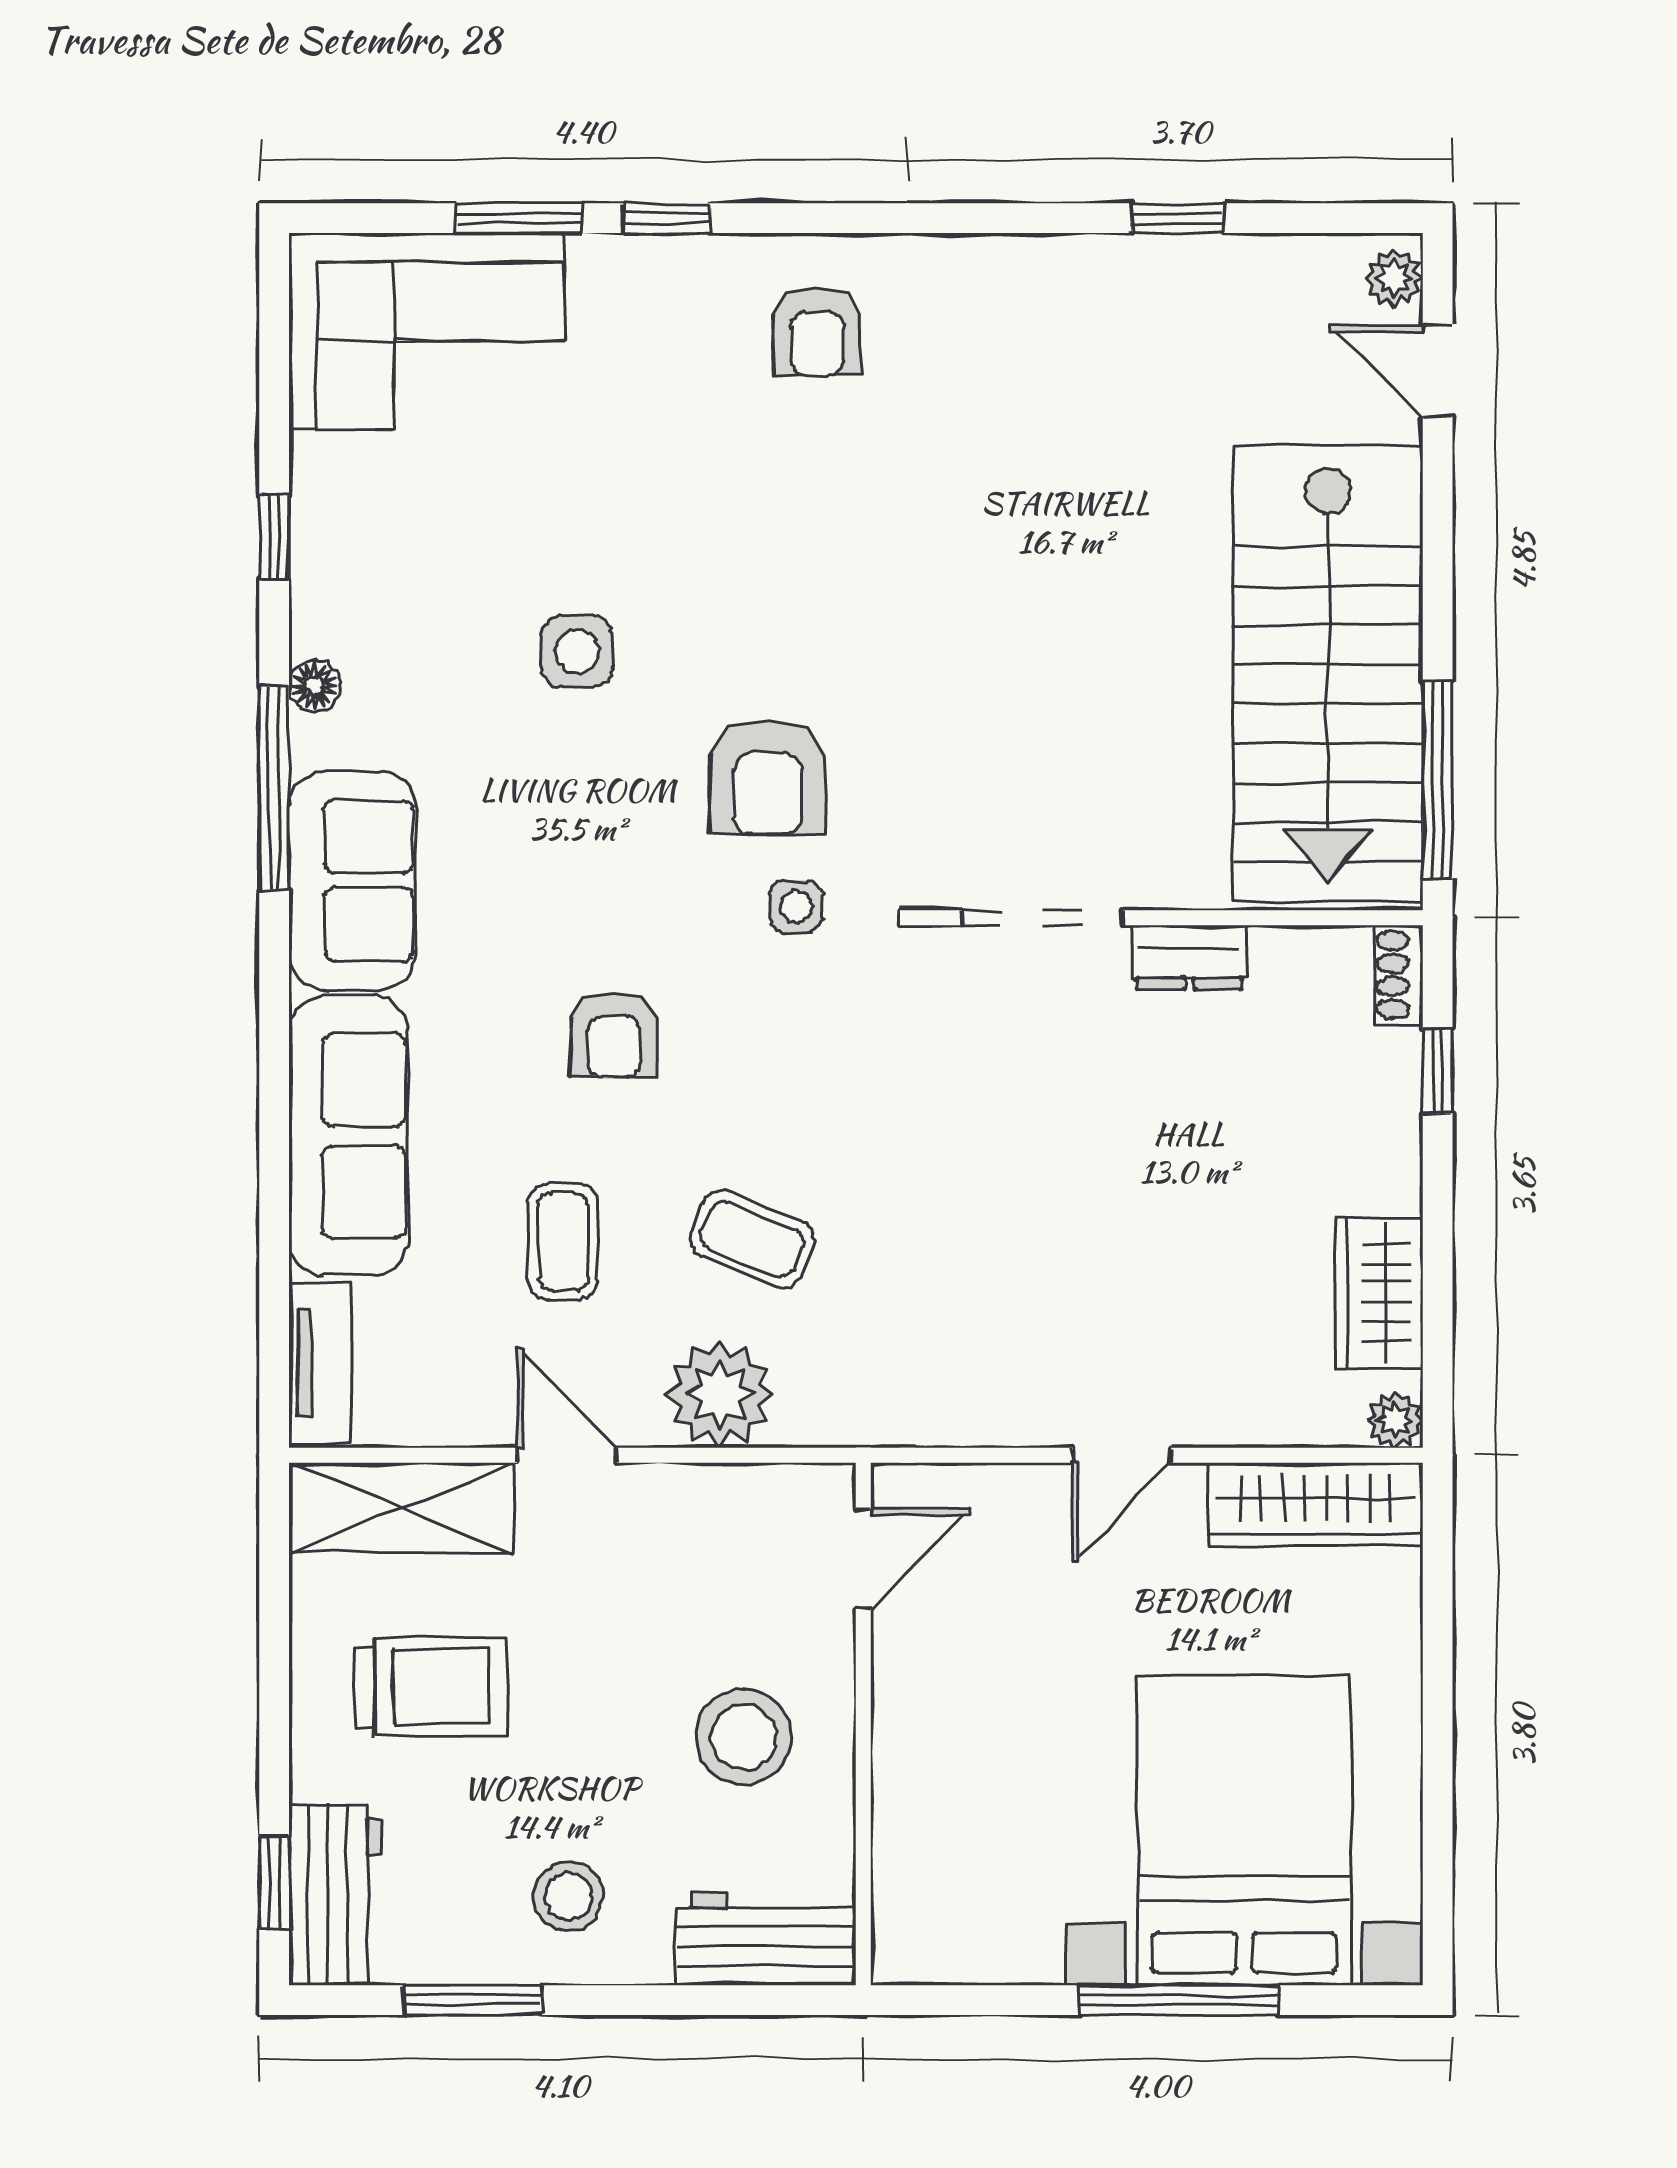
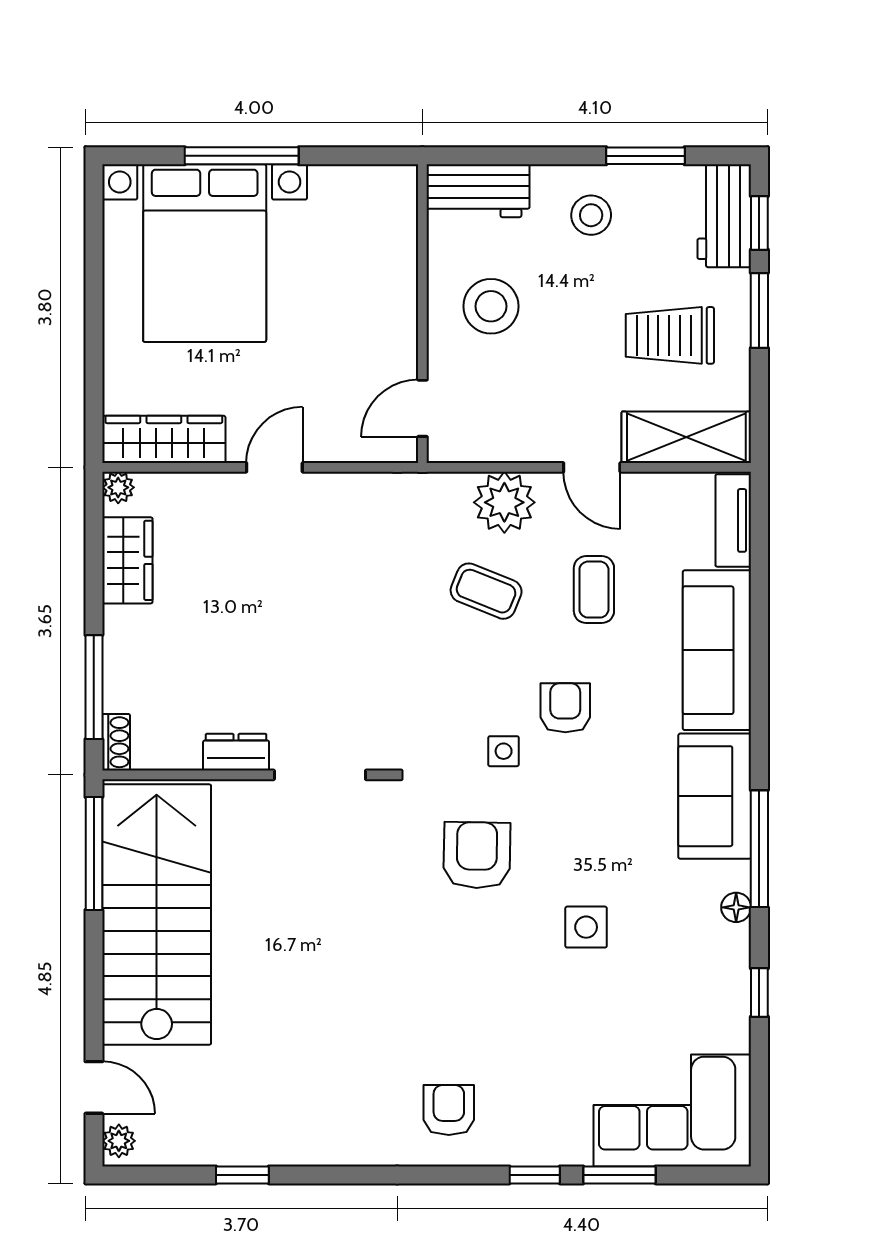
side table: (796, 907) -> (504, 751), moved
window: (1438, 1071) -> (94, 687), width x2.17
window: (274, 1730) -> (759, 310), added

